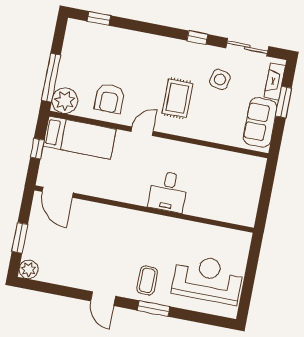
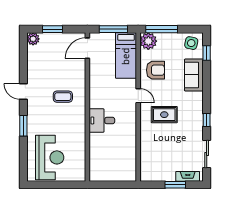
side table: (220, 80) -> (191, 43), moved
armchair: (109, 99) -> (155, 70), turned 180
sofa: (260, 122) -> (194, 75), moved, turned -90
window: (37, 149) -> (113, 29), width x2.17
coffee table: (147, 280) -> (63, 97), moved
door: (103, 299) -> (23, 91), hinge flipped

